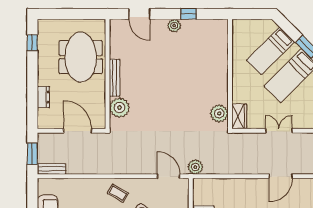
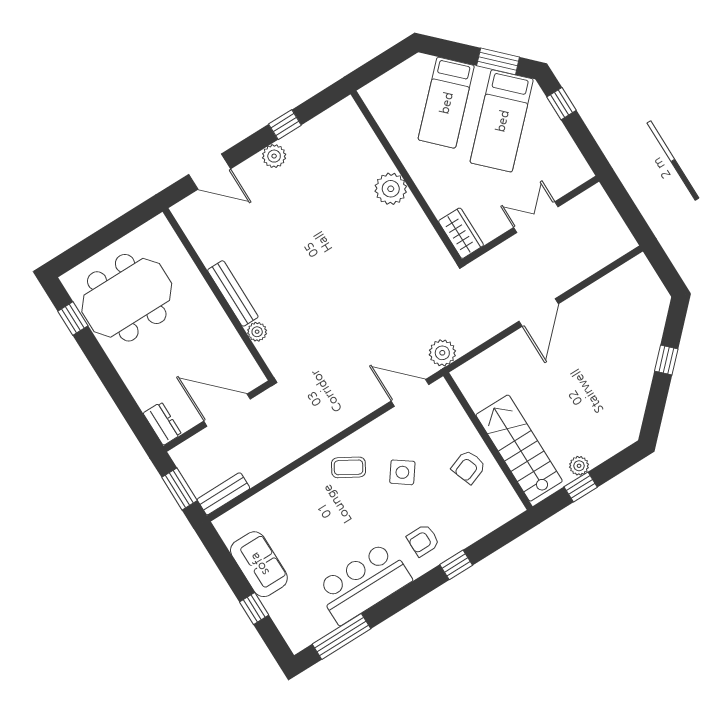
meeting table: (81, 57) -> (127, 298), moved, turned 90
dresser: (43, 97) -> (162, 424), moved
plant: (119, 108) -> (257, 332), width x0.53, depth x0.53
plant: (219, 113) -> (391, 189), moved
door: (281, 176) -> (539, 312), moved

